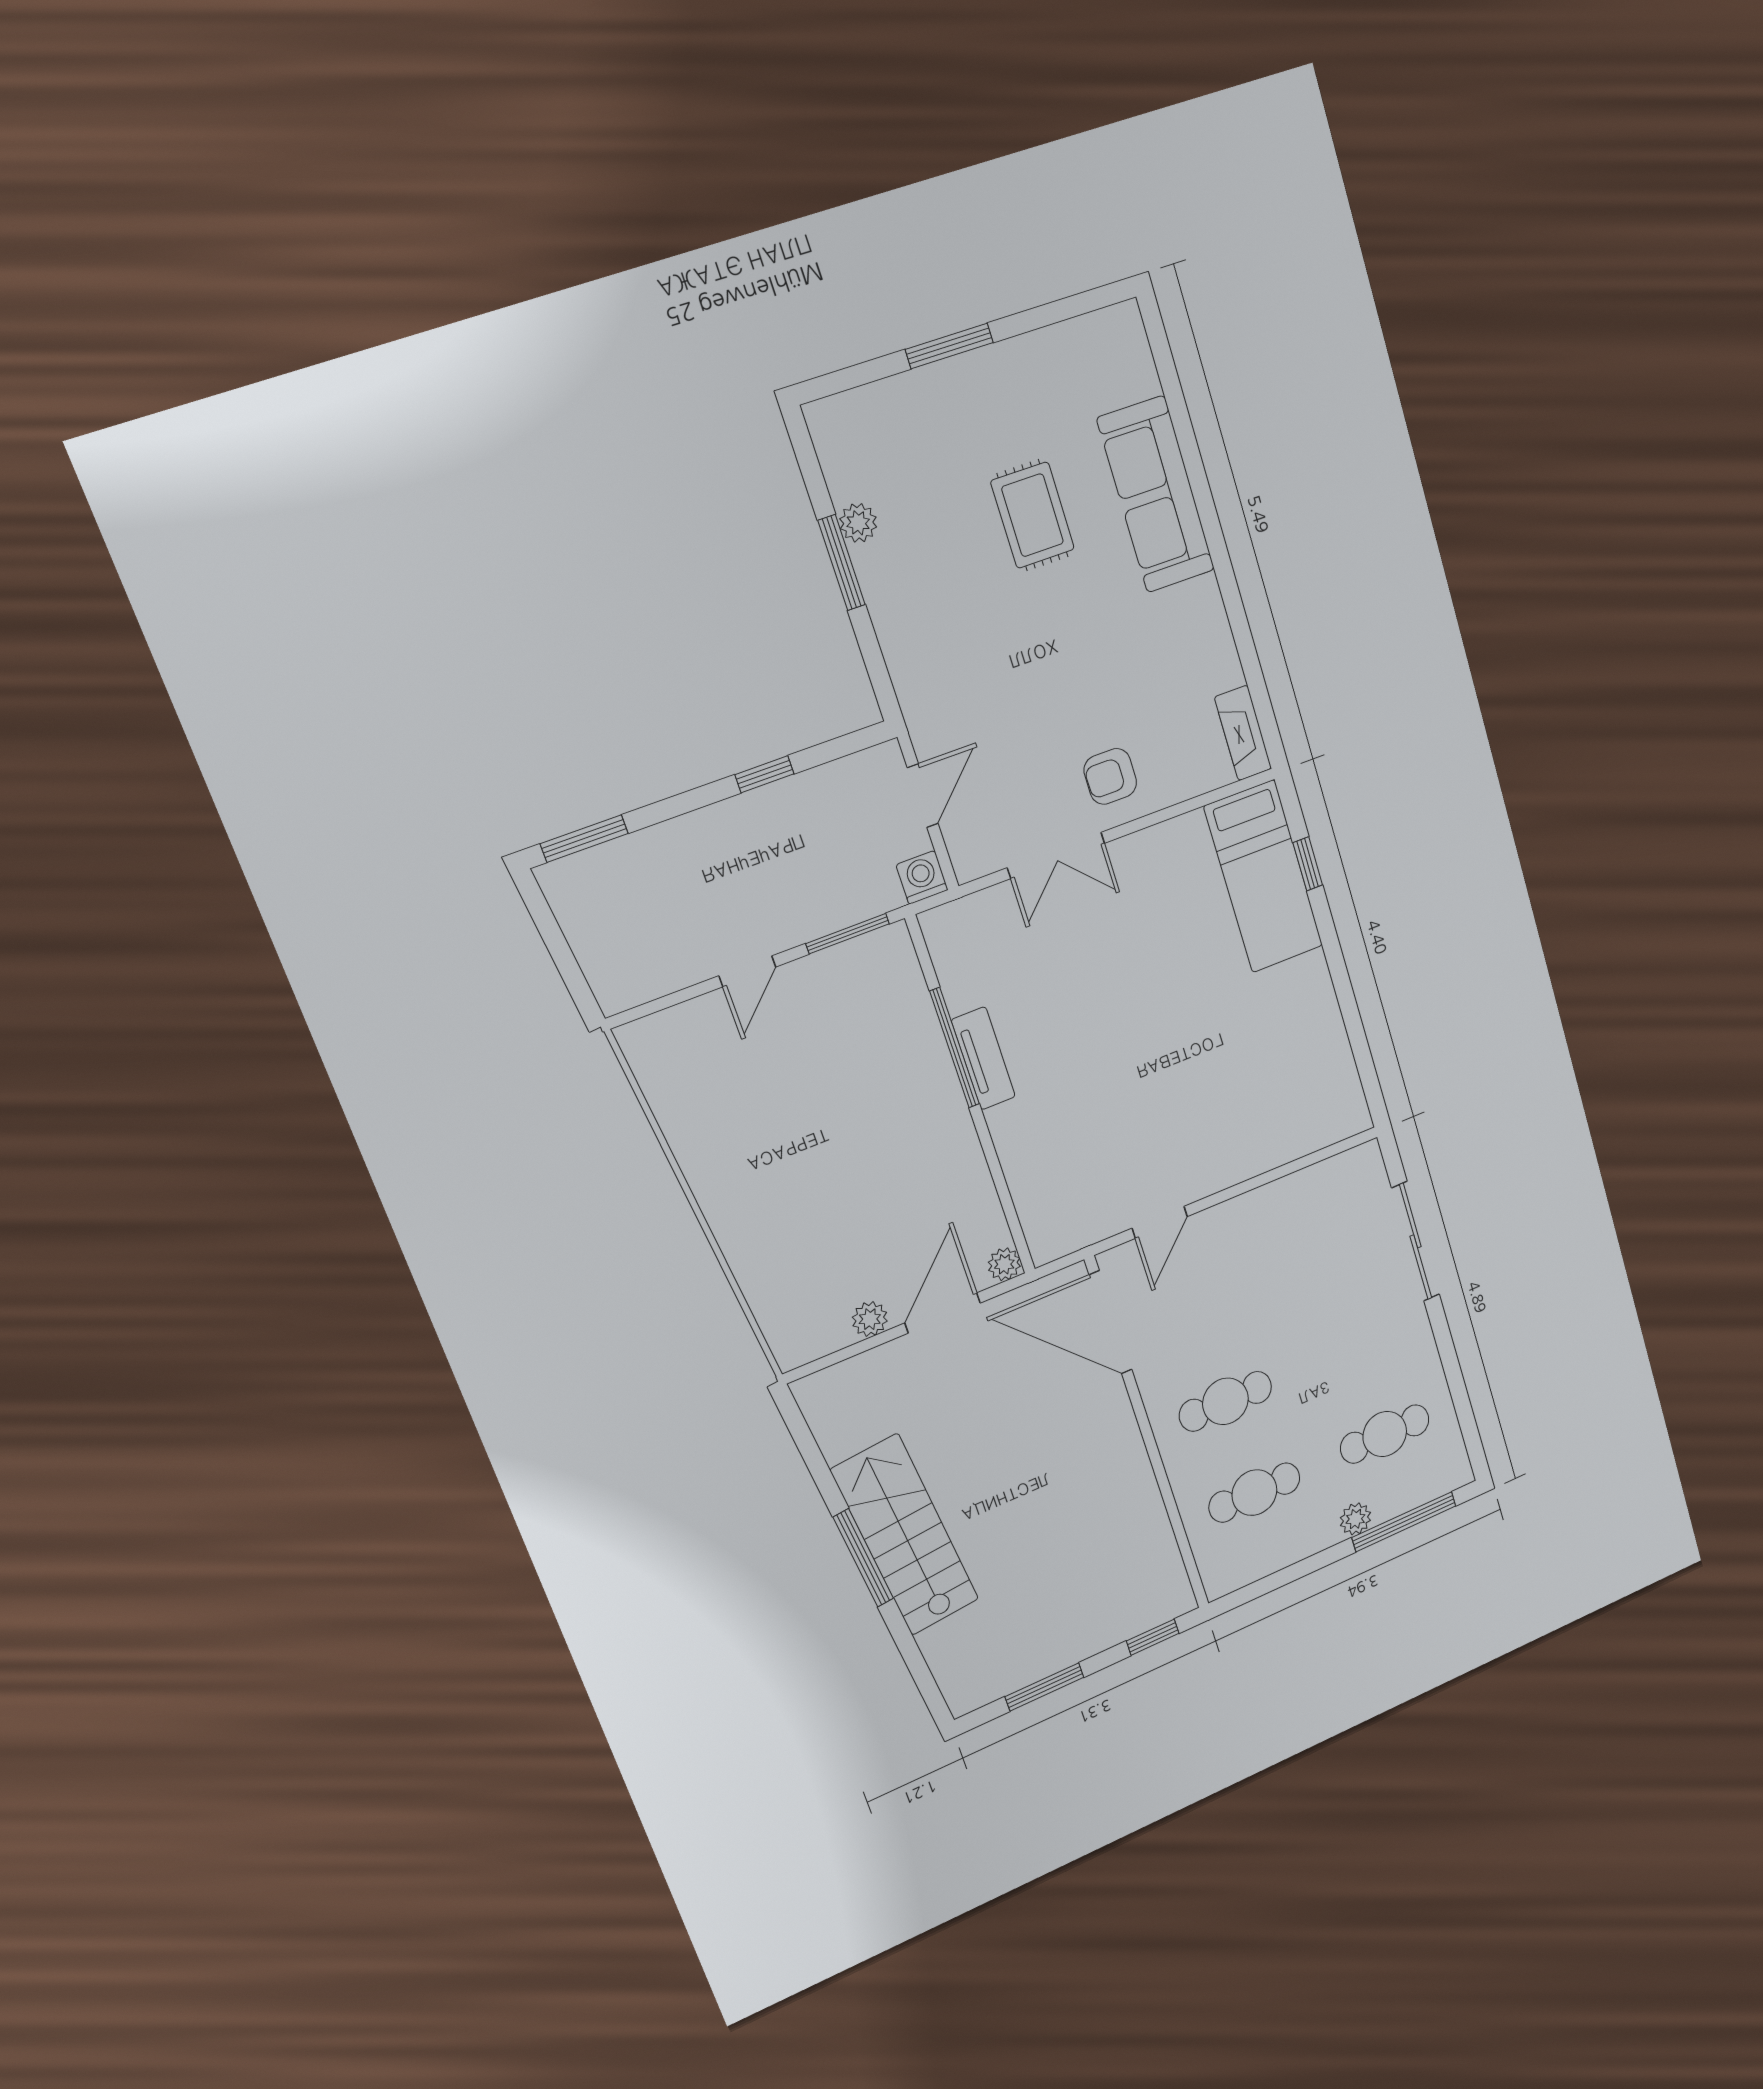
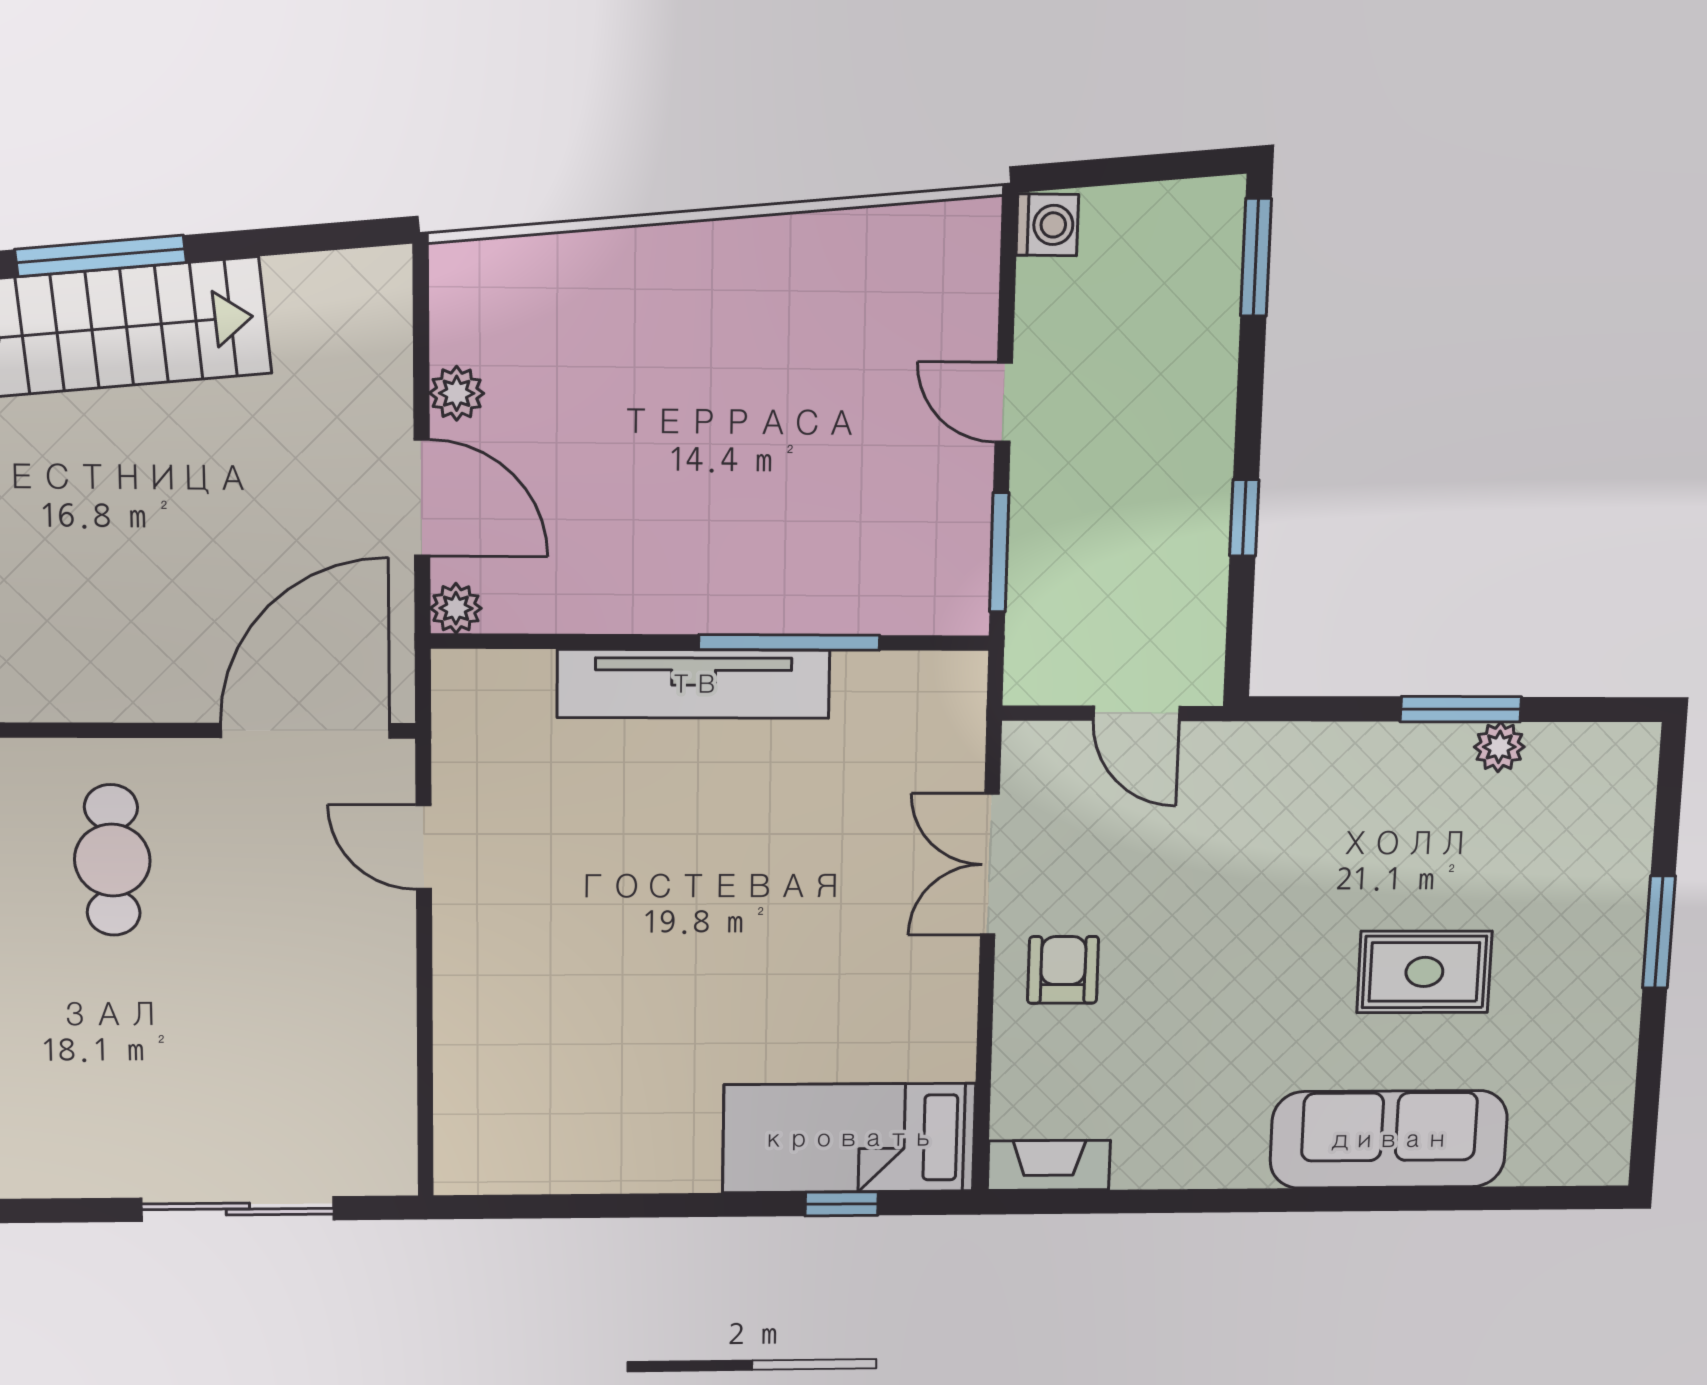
washing machine: (922, 877) -> (1047, 225), moved
tv unit: (983, 1058) -> (694, 684), width x1.92, depth x1.29

